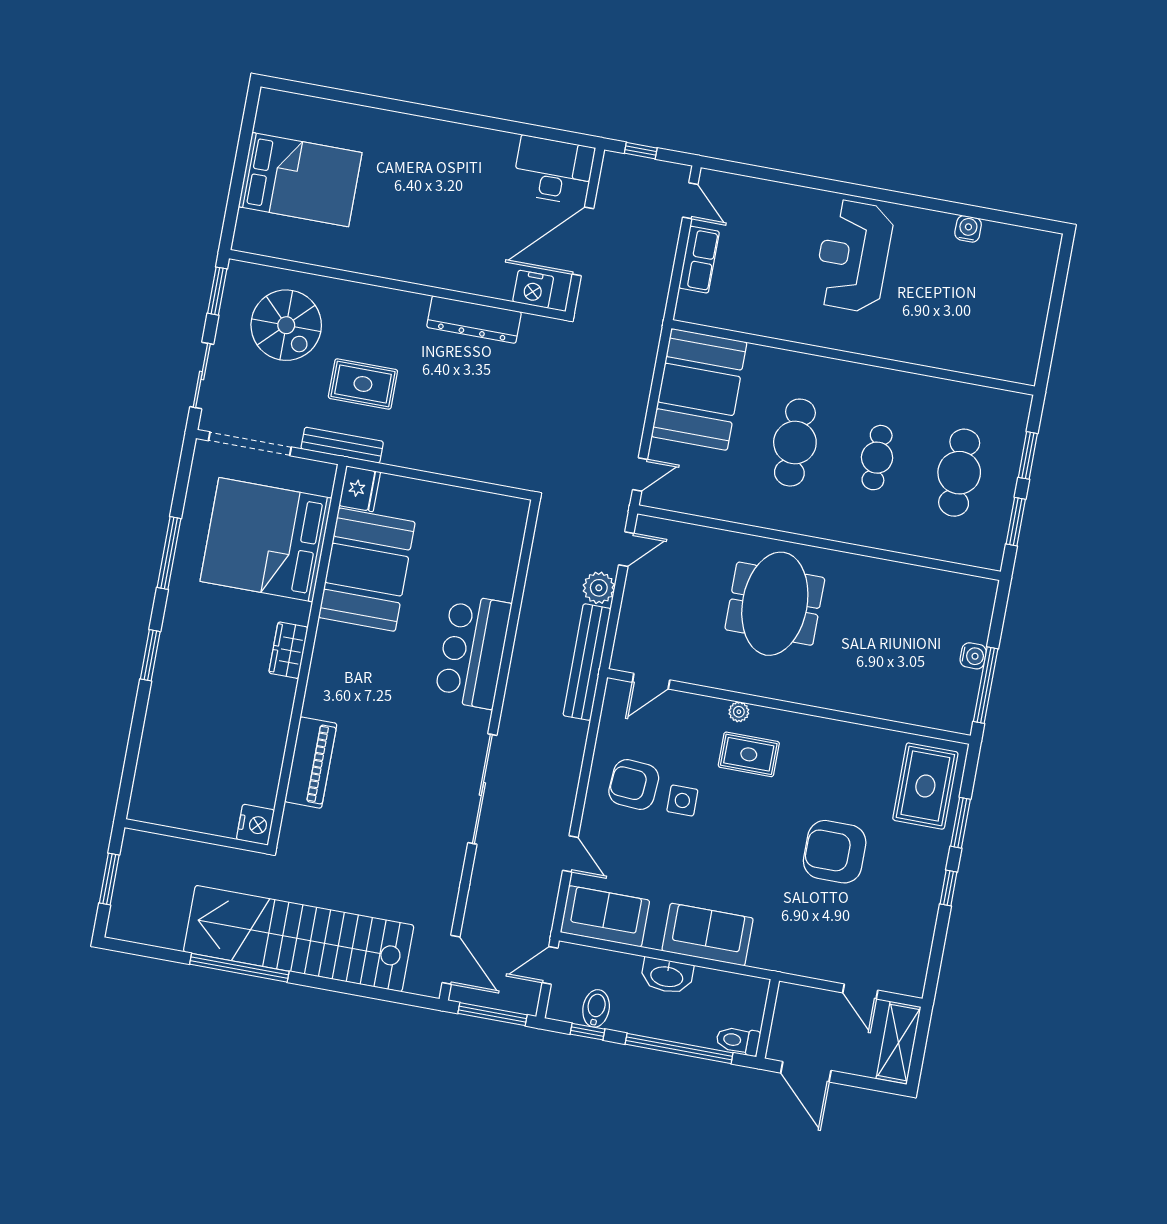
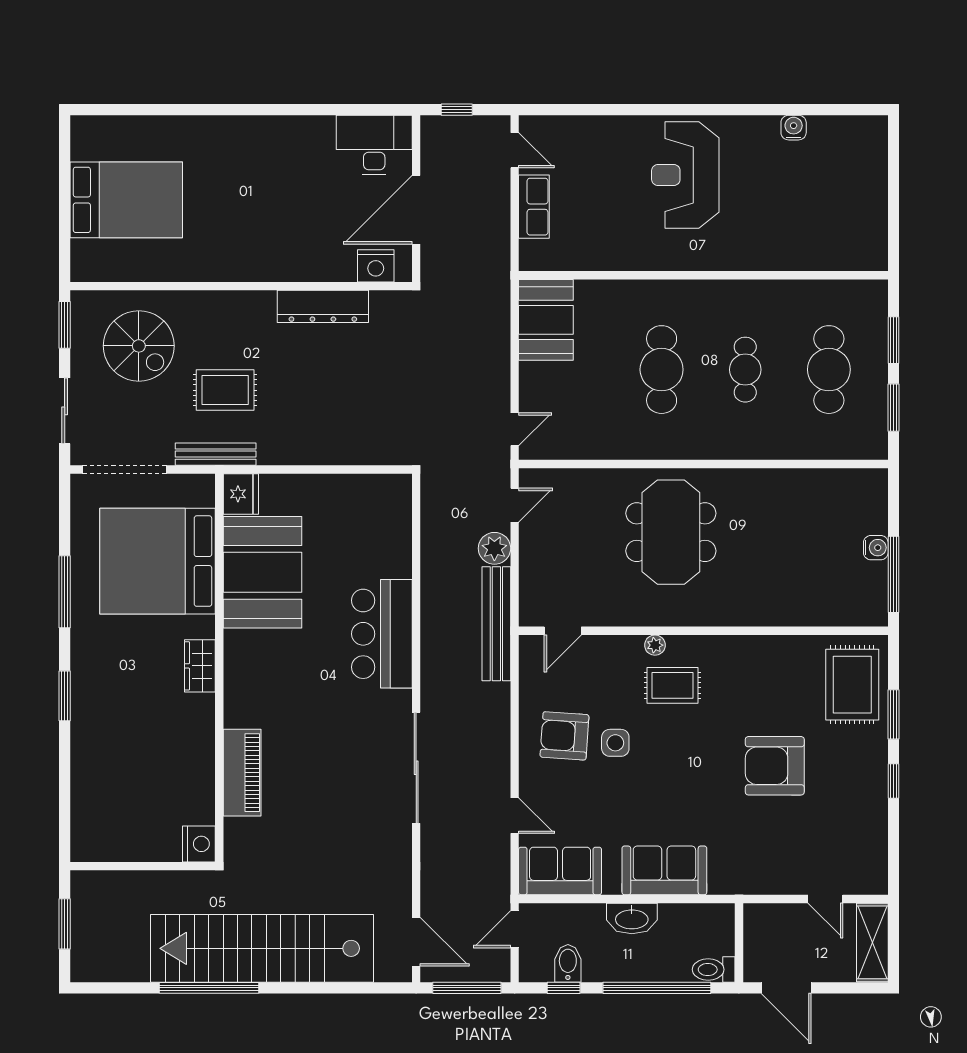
booth: (699, 389) -> (546, 320), width x0.73, depth x0.70

